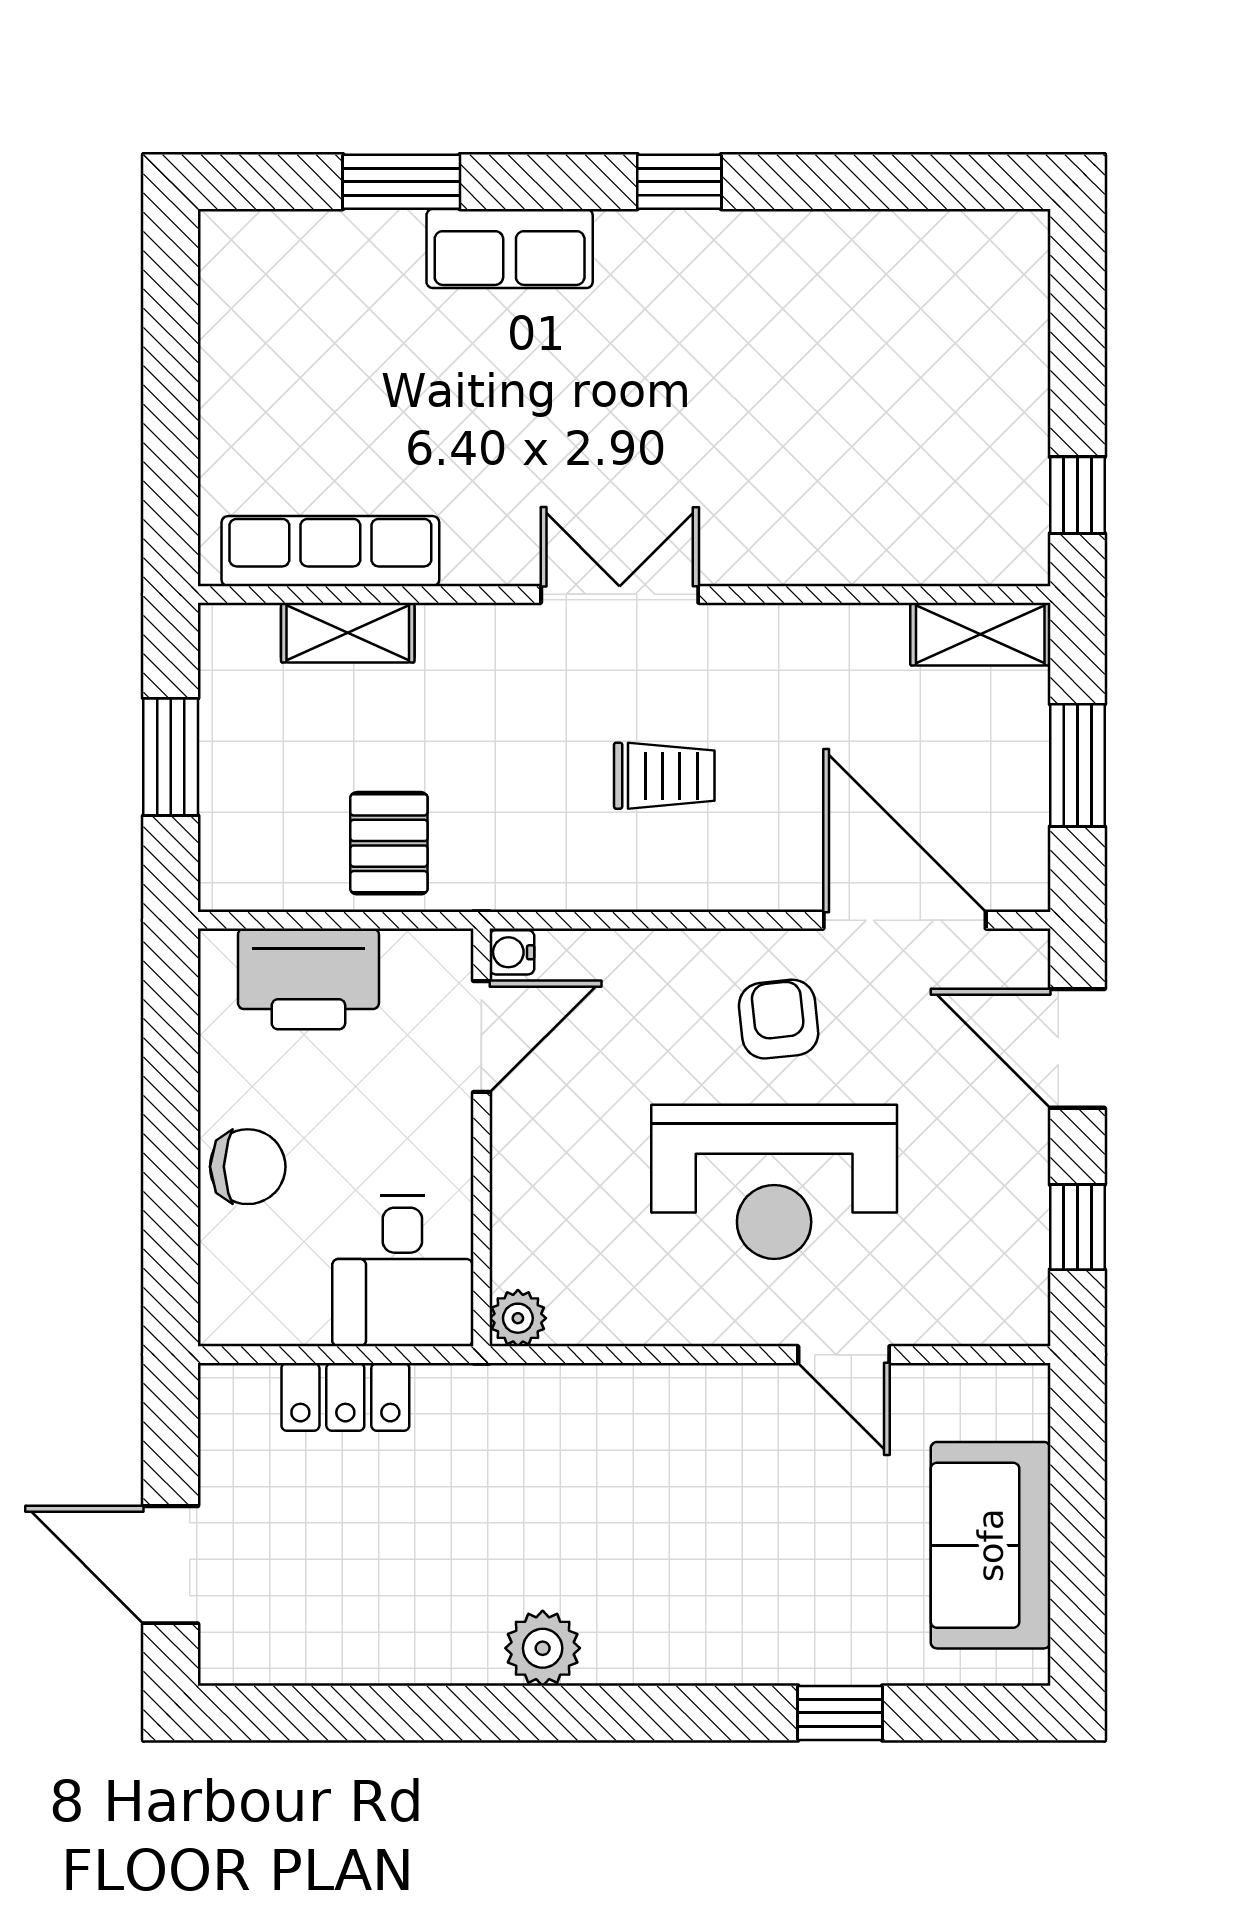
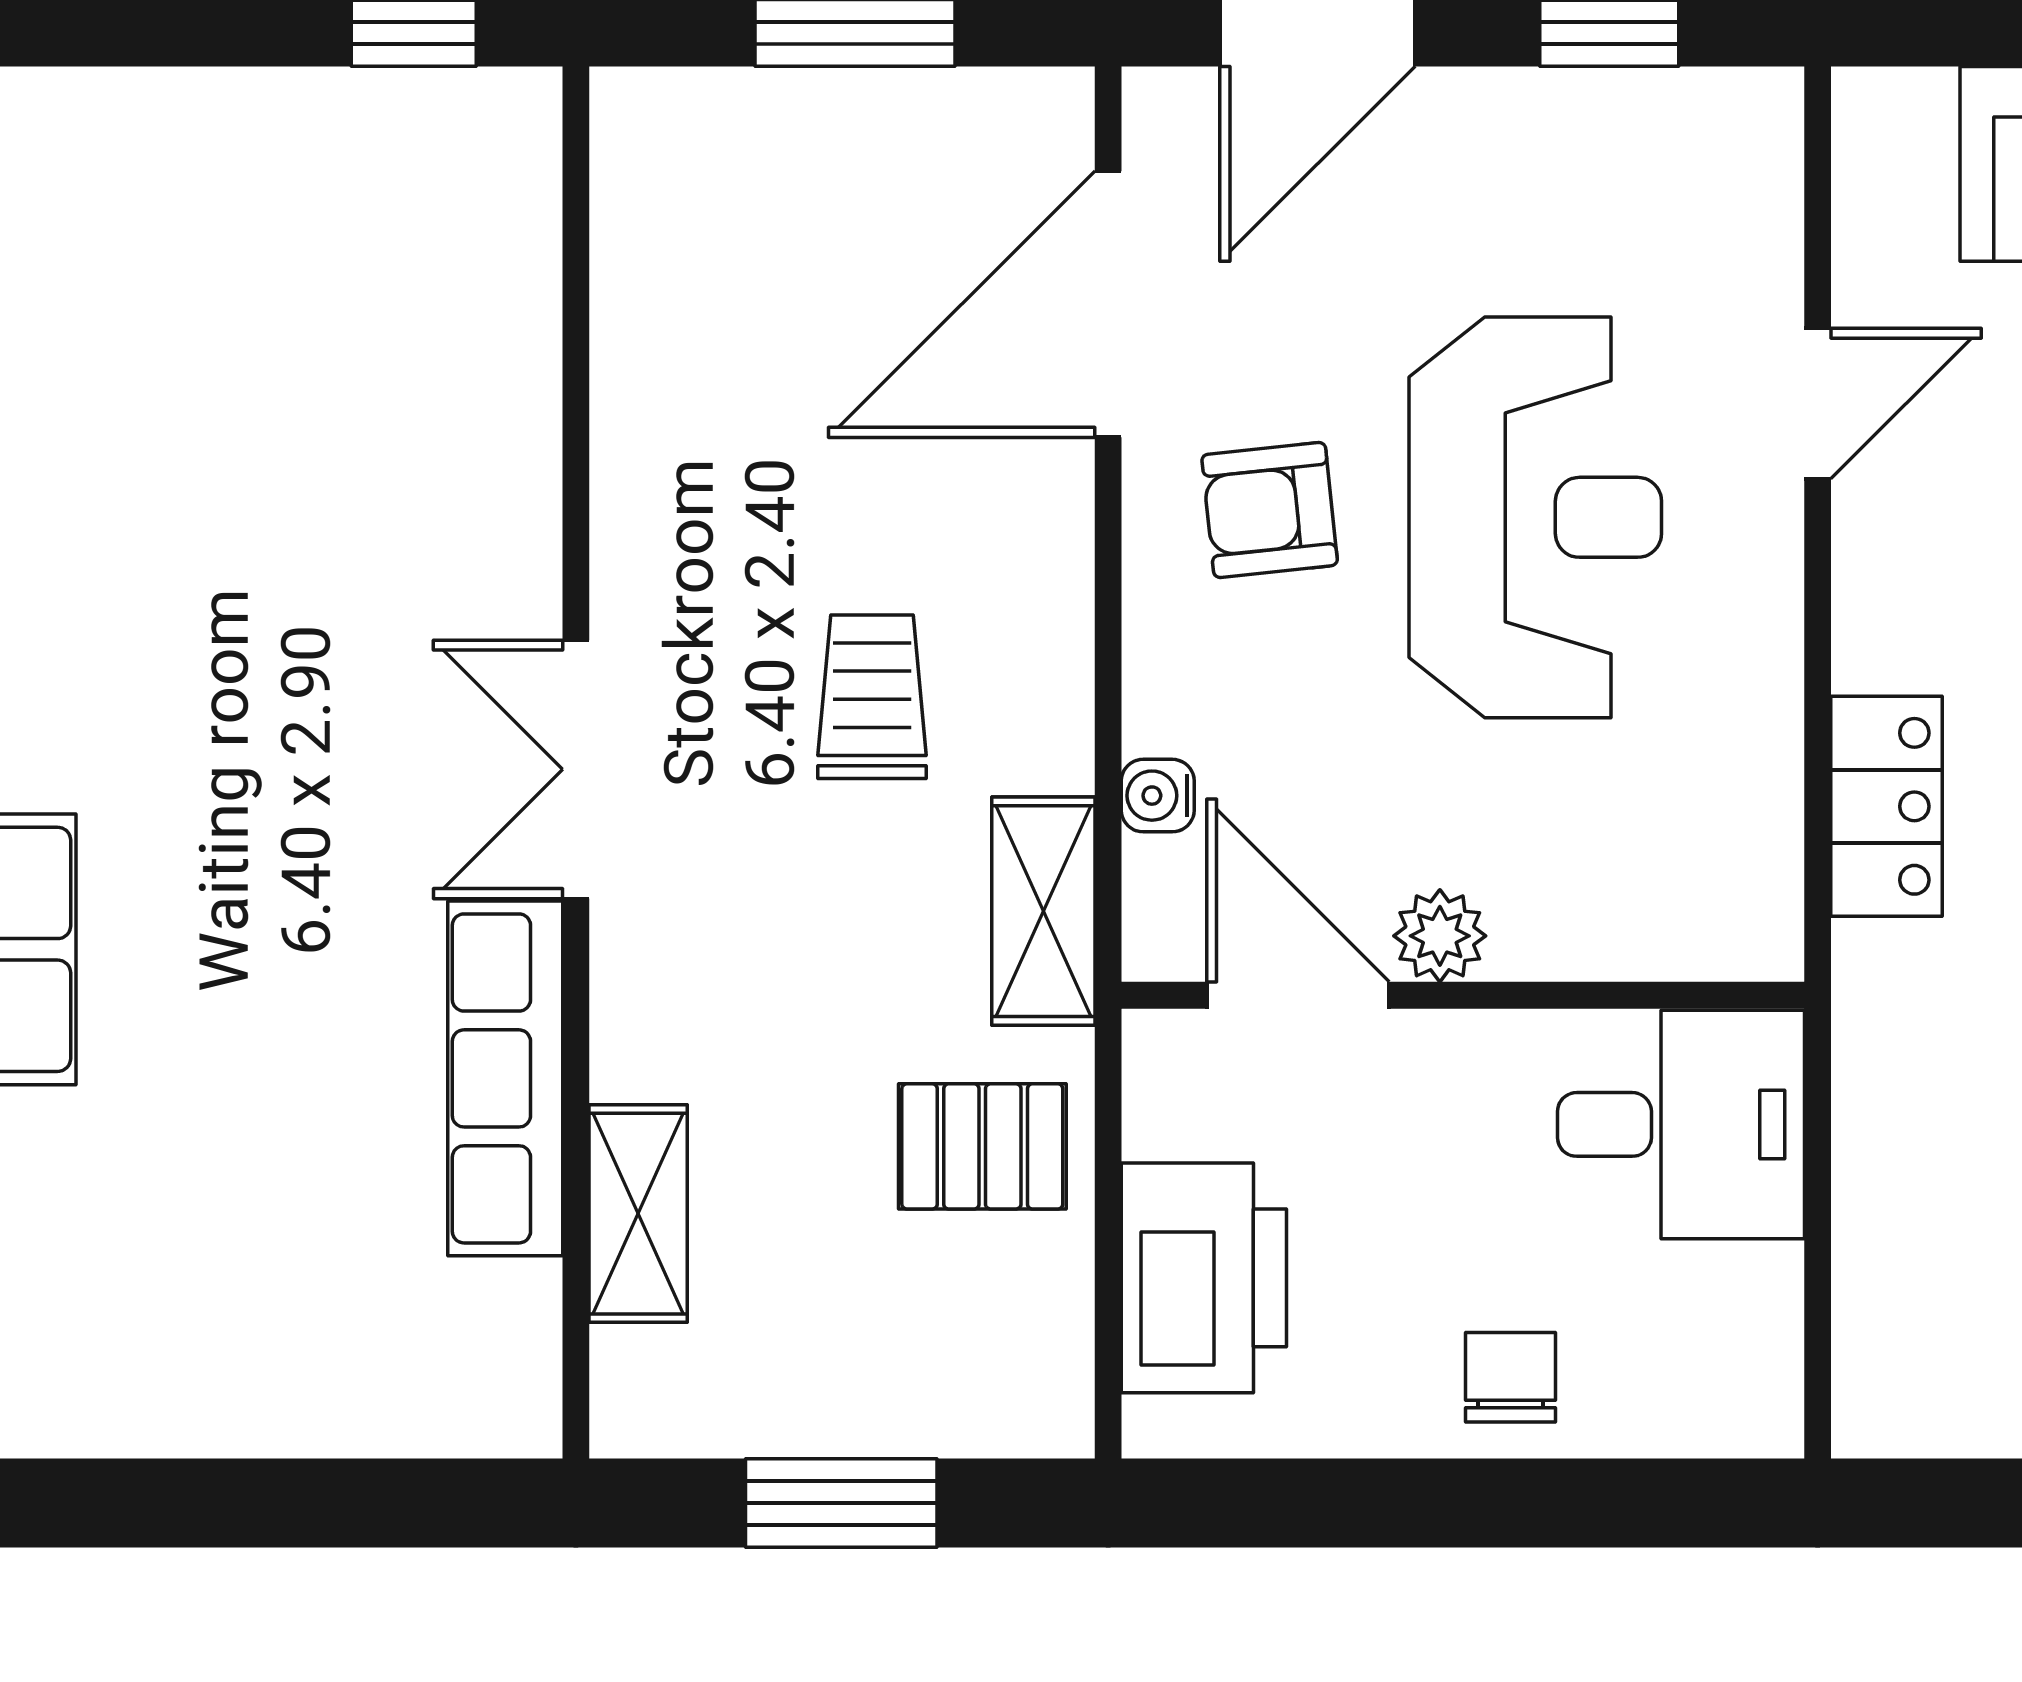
row of seats: (330, 551) -> (505, 1078), moved
shelving: (980, 634) -> (1043, 911), moved
water cooler: (512, 952) -> (1158, 796), moved, turned 90
chair: (248, 1167) -> (1511, 1377), width x0.73, depth x0.73
plant: (518, 1318) -> (1440, 936), moved
locker: (345, 1397) -> (1887, 806), moved

